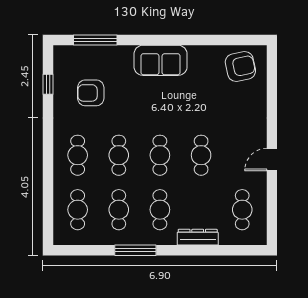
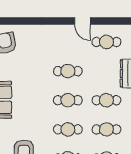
door: (272, 160) -> (83, 21), moved

